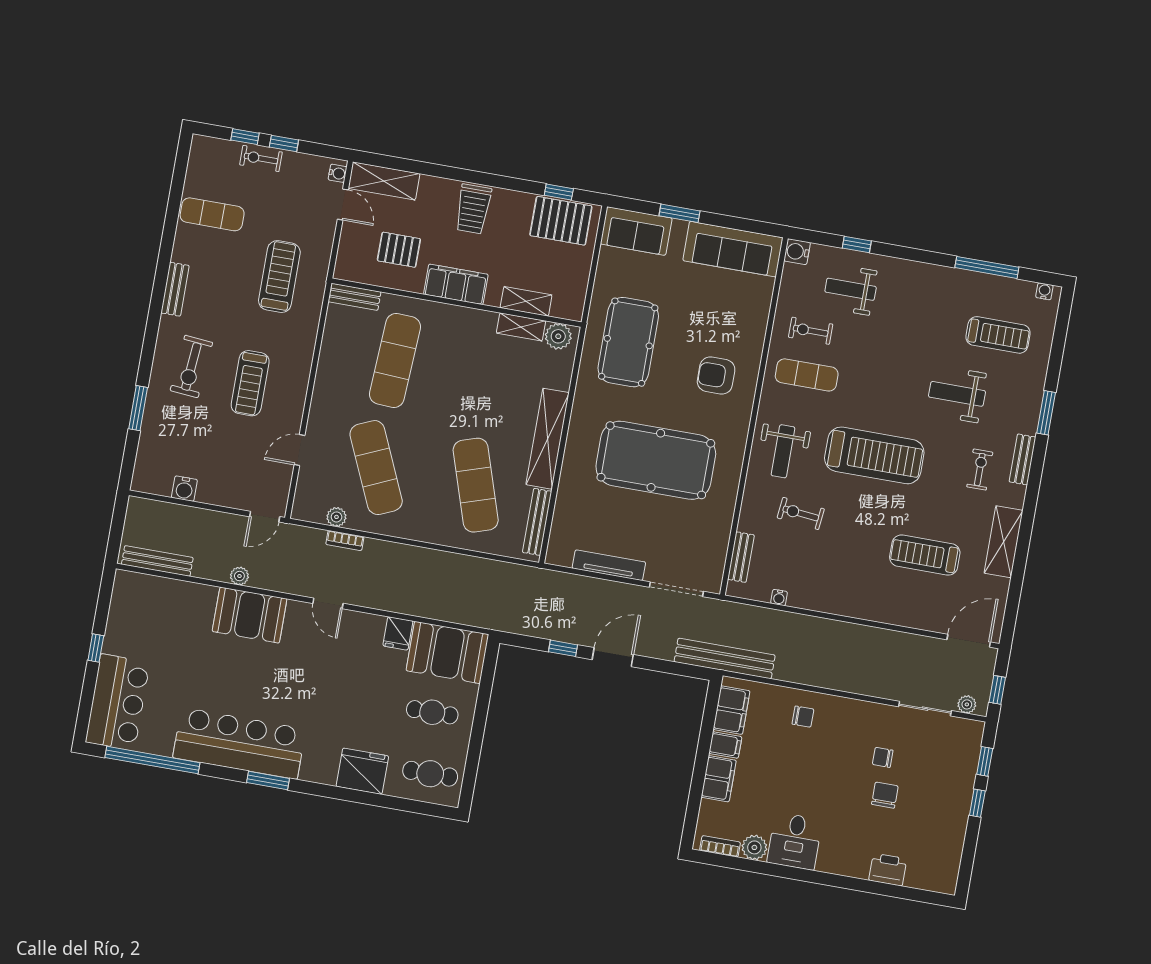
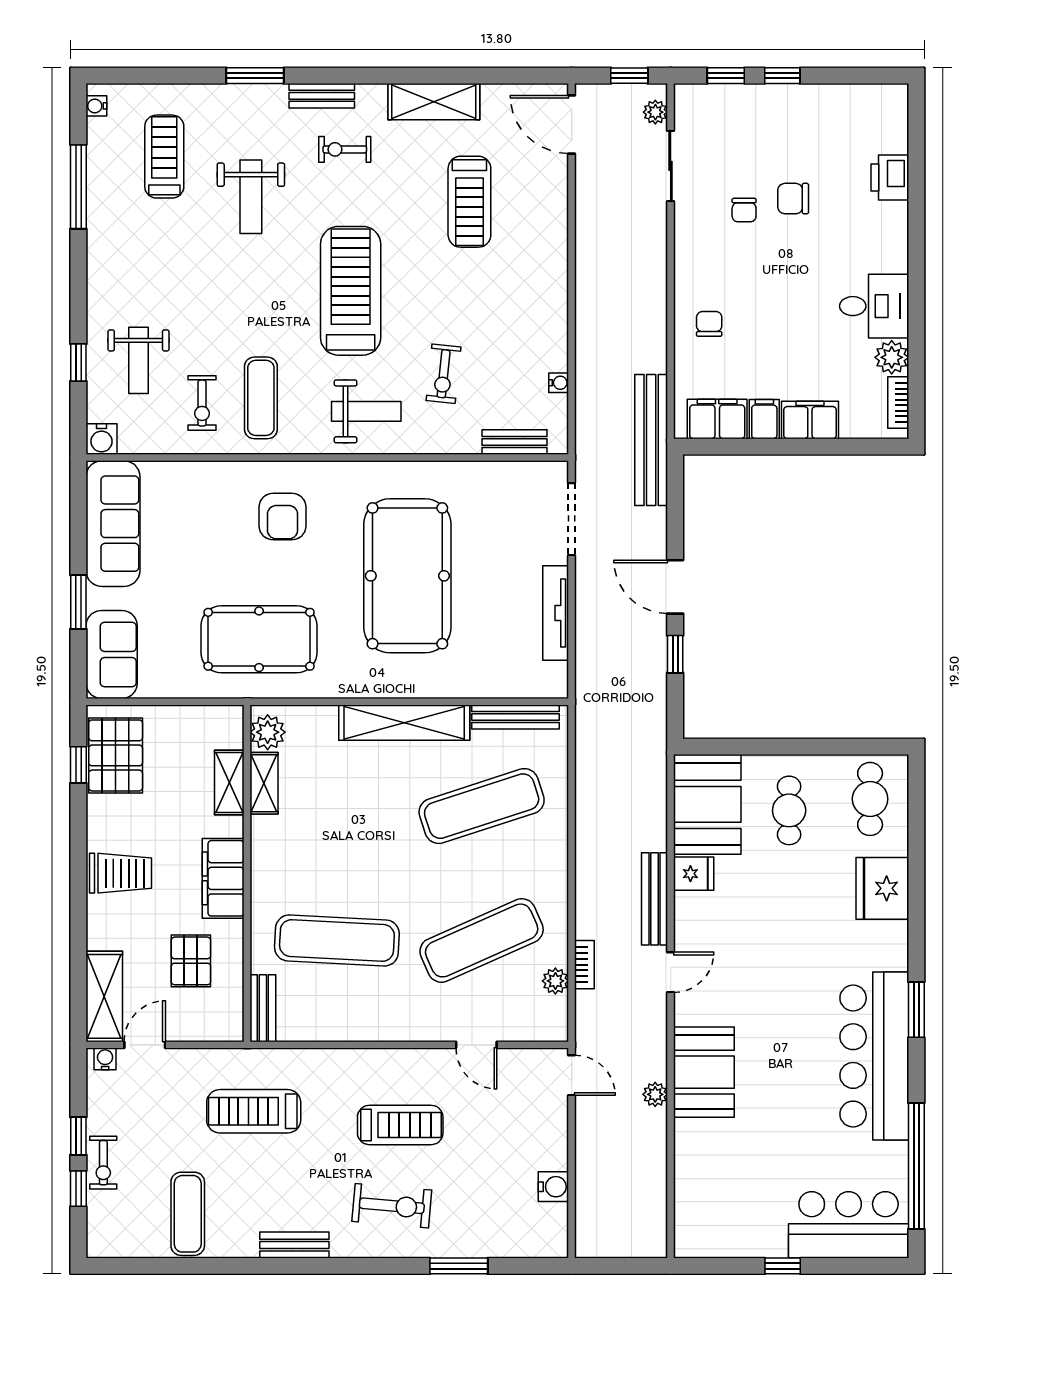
bench: (157, 561) -> (654, 899), moved

